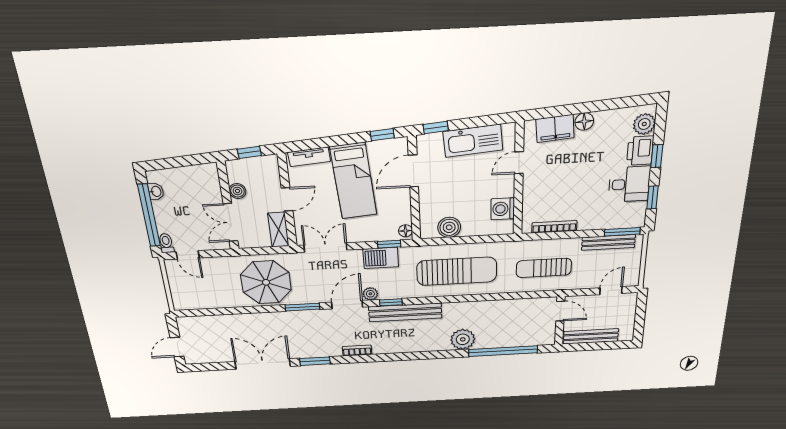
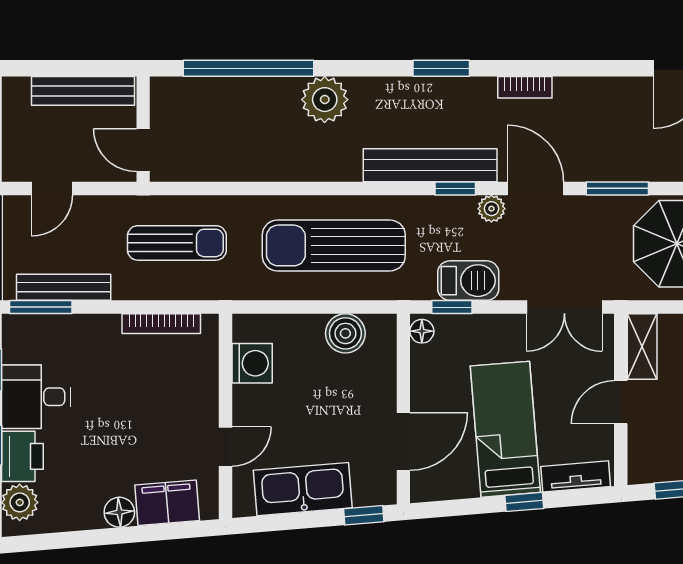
window: (382, 135) -> (524, 502), moved
door: (347, 305) -> (535, 188), swing flipped
window: (315, 361) -> (441, 68), moved

